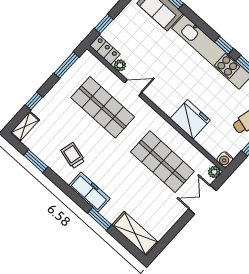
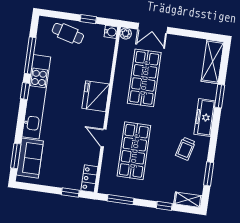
plant: (120, 65) -> (93, 159), removed
fridge: (190, 119) -> (96, 96), moved

